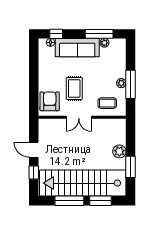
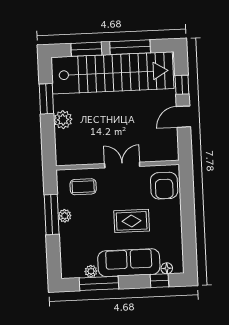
rug: (74, 88) -> (132, 221), moved, turned 90
door: (34, 150) -> (183, 117), swing flipped

